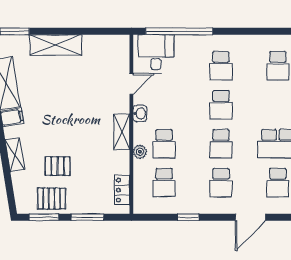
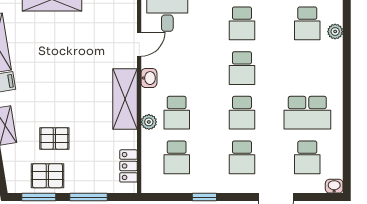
shelving: (122, 132) -> (125, 99), width x1.50, depth x1.33

